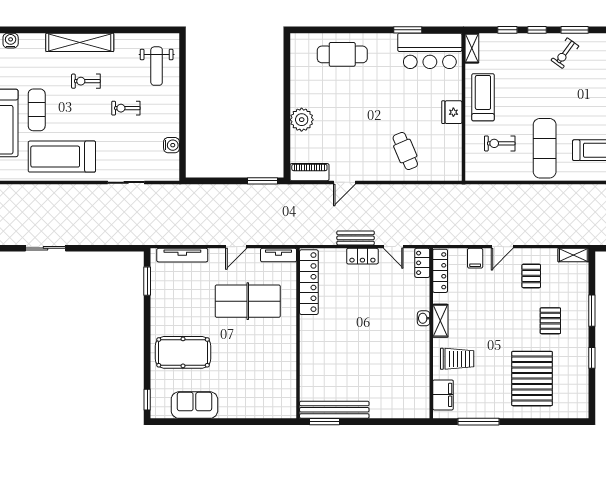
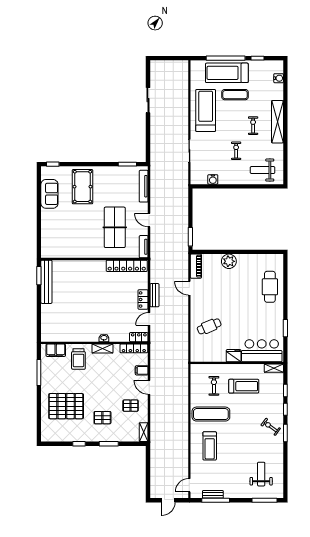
bar counter: (430, 51) -> (262, 351), moved, turned 90
treadmill: (483, 97) -> (244, 386), moved

